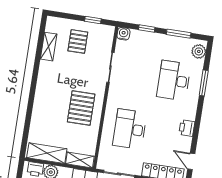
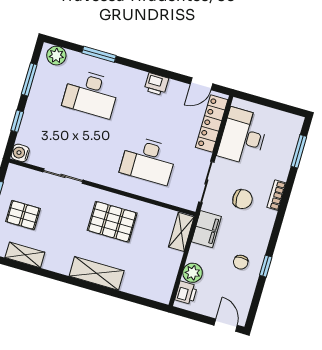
shelving: (47, 153) -> (97, 273), moved, turned 90

